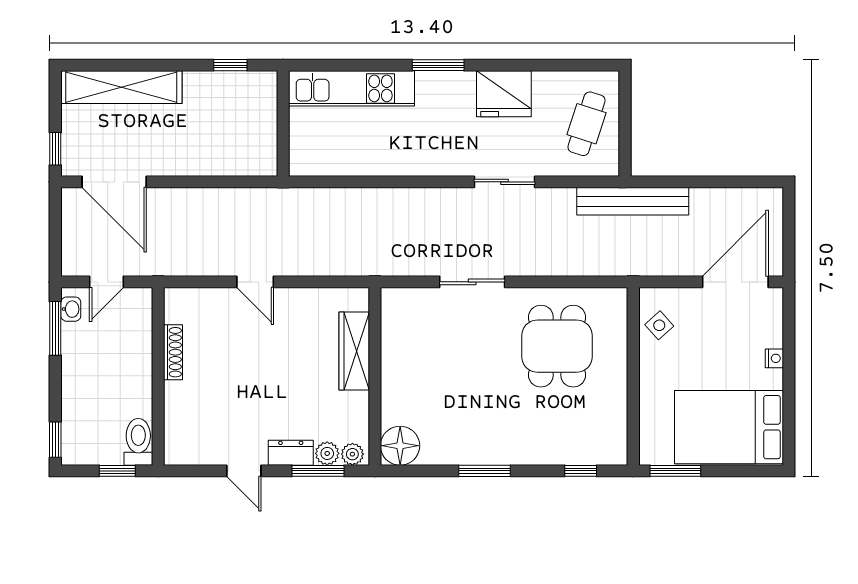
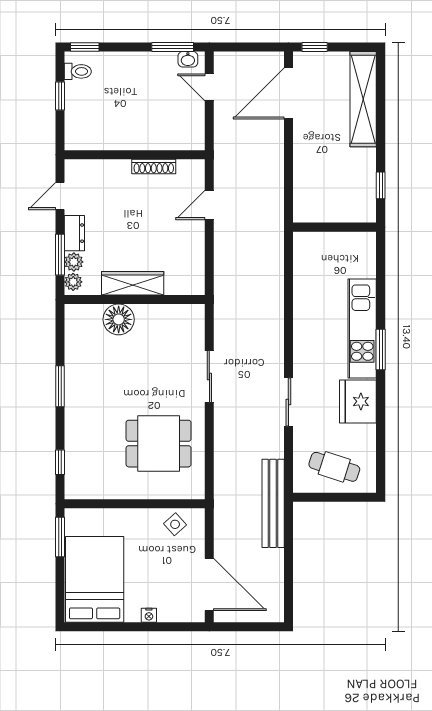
kitchen unit: (352, 88) -> (362, 328), moved
wardrobe: (354, 351) -> (133, 283), moved
shoe rack: (173, 352) -> (154, 166), moved
wall: (158, 376) -> (135, 155), moved
toilet: (138, 442) -> (78, 71), moved, width x0.73, depth x0.72
floor lamp: (400, 446) -> (119, 319), moved

